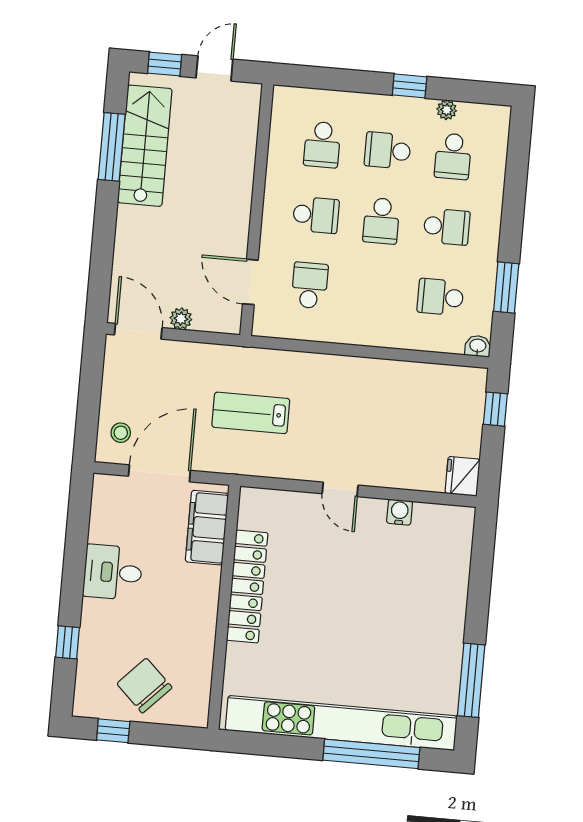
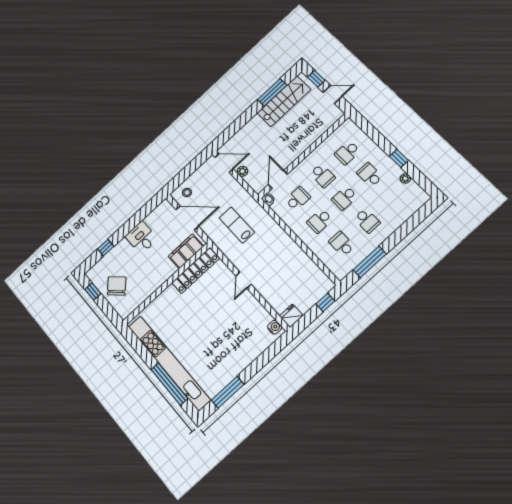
school desk: (453, 156) -> (319, 221), moved
window: (506, 287) -> (370, 262), width x1.44
door: (138, 331) -> (224, 163), hinge flipped
washbasin: (478, 346) -> (268, 199), moved
water cooler: (400, 512) -> (275, 327), moved
locker: (247, 586) -> (196, 271), moved

